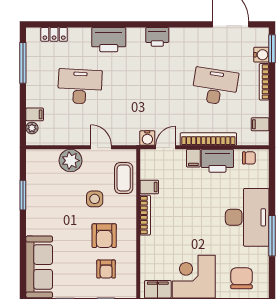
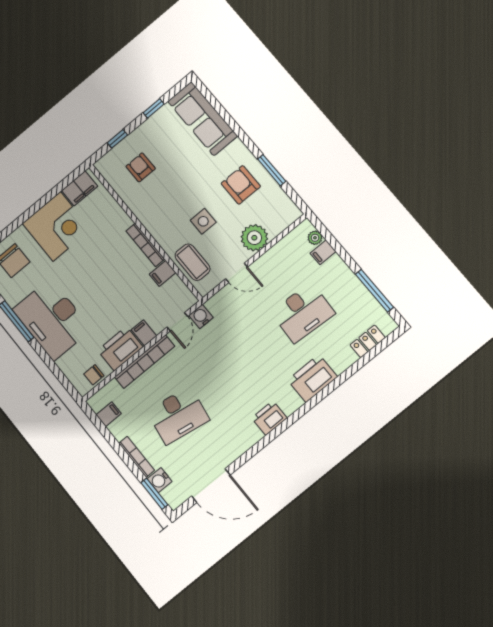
armchair: (104, 236) -> (241, 185), moved

